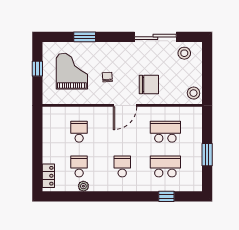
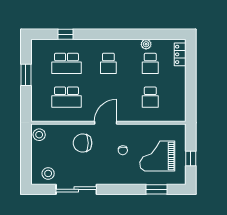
window: (85, 37) -> (156, 189), moved
grand piano: (72, 71) -> (157, 156), turned 90

